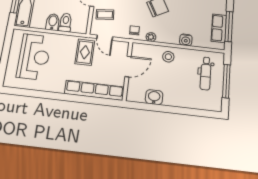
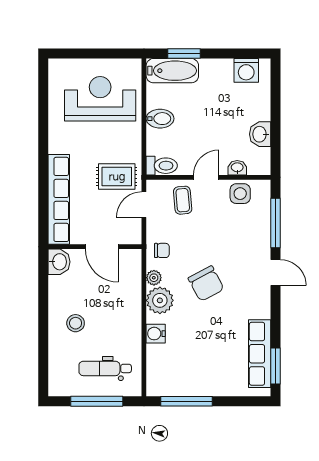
toilet: (66, 22) -> (162, 166), moved
row of seats: (219, 28) -> (182, 385), removed
plant: (165, 35) -> (160, 300), added
reception desk: (34, 57) -> (100, 99), turned 180
stool: (168, 57) -> (76, 323), moved
washbasin: (154, 97) -> (59, 262), moved

